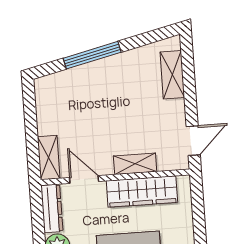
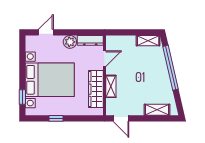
window: (92, 55) -> (171, 68), width x1.46
shelving: (49, 158) -> (148, 41), moved

